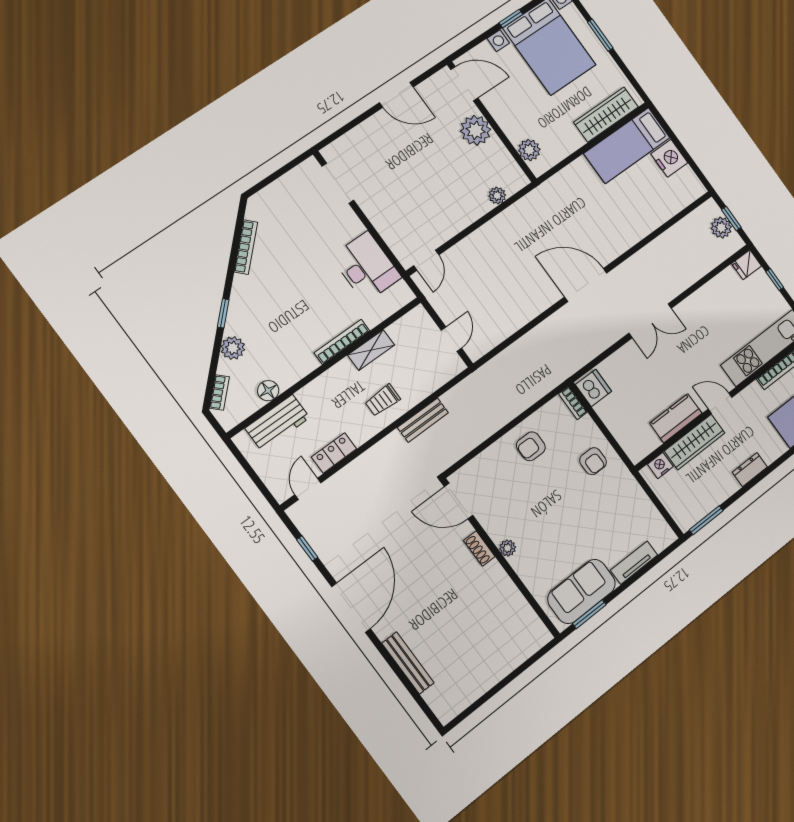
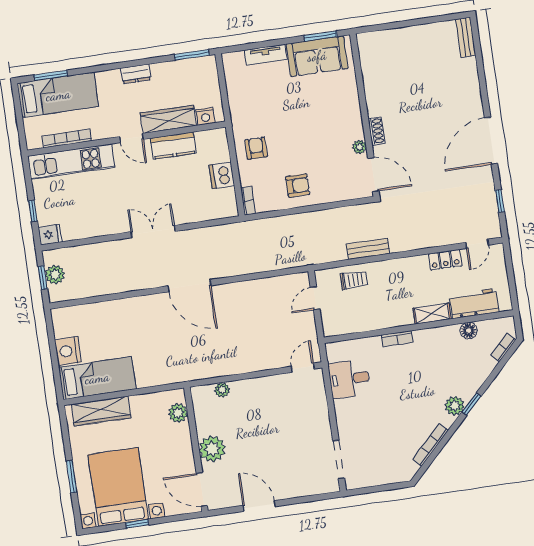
desk: (366, 267) -> (349, 379), width x0.73
bookcase: (342, 342) -> (397, 339), width x0.64
plant: (233, 348) -> (455, 406), moved
shelving: (371, 350) -> (432, 314), moved
dishwasher: (594, 388) -> (222, 175), moved
trolley: (383, 400) -> (354, 280), moved
plant: (508, 548) -> (359, 147), moved
bench: (408, 663) -> (466, 37), moved, width x0.73

